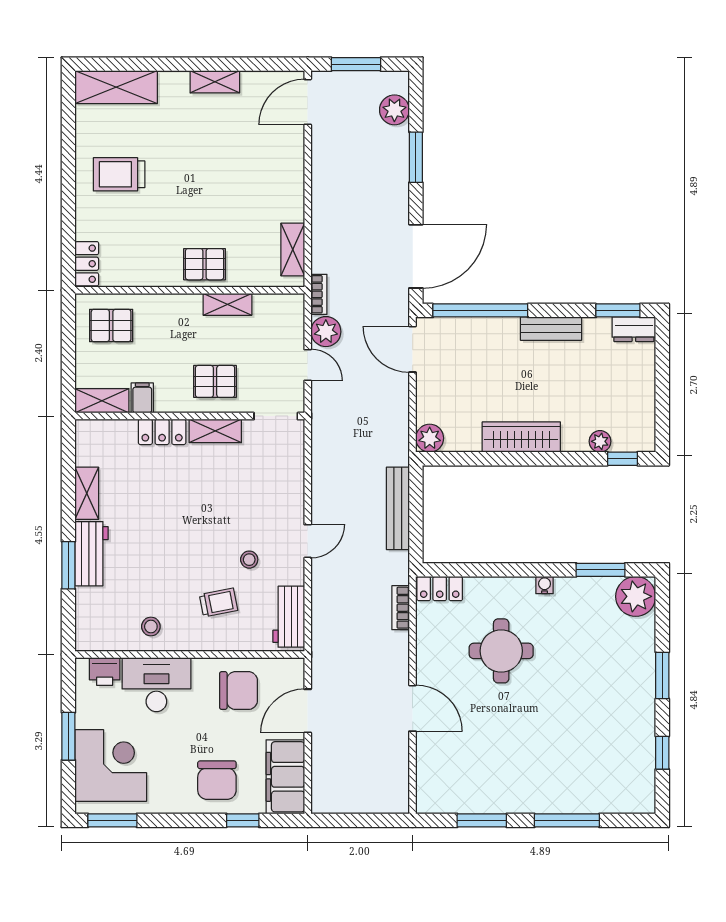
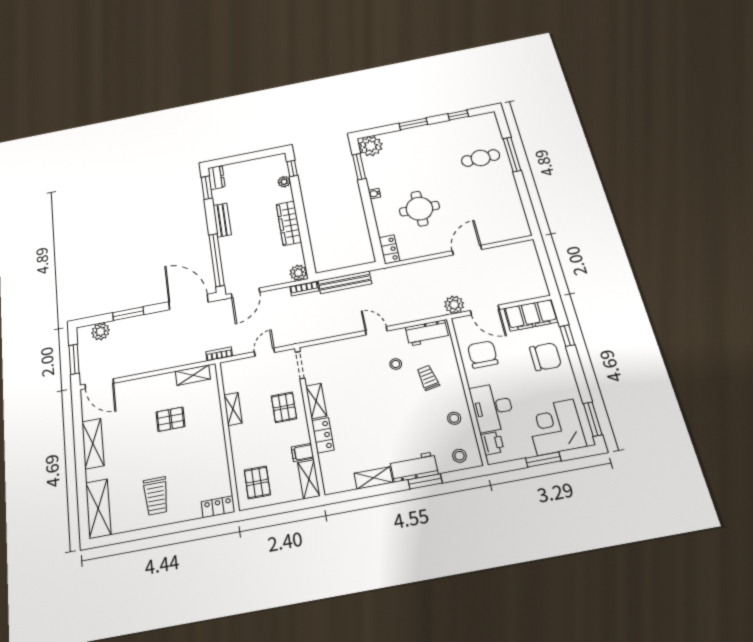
shelving: (215, 82) -> (93, 444), width x1.50, depth x1.33
pallet: (205, 264) -> (171, 419), moved, turned 90
plant: (326, 332) -> (454, 305), moved
bookcase: (401, 608) -> (304, 289), moved
stool: (95, 621) -> (459, 456), added
cafe table: (572, 769) -> (481, 158), added
window: (482, 820) -> (525, 199), removed

